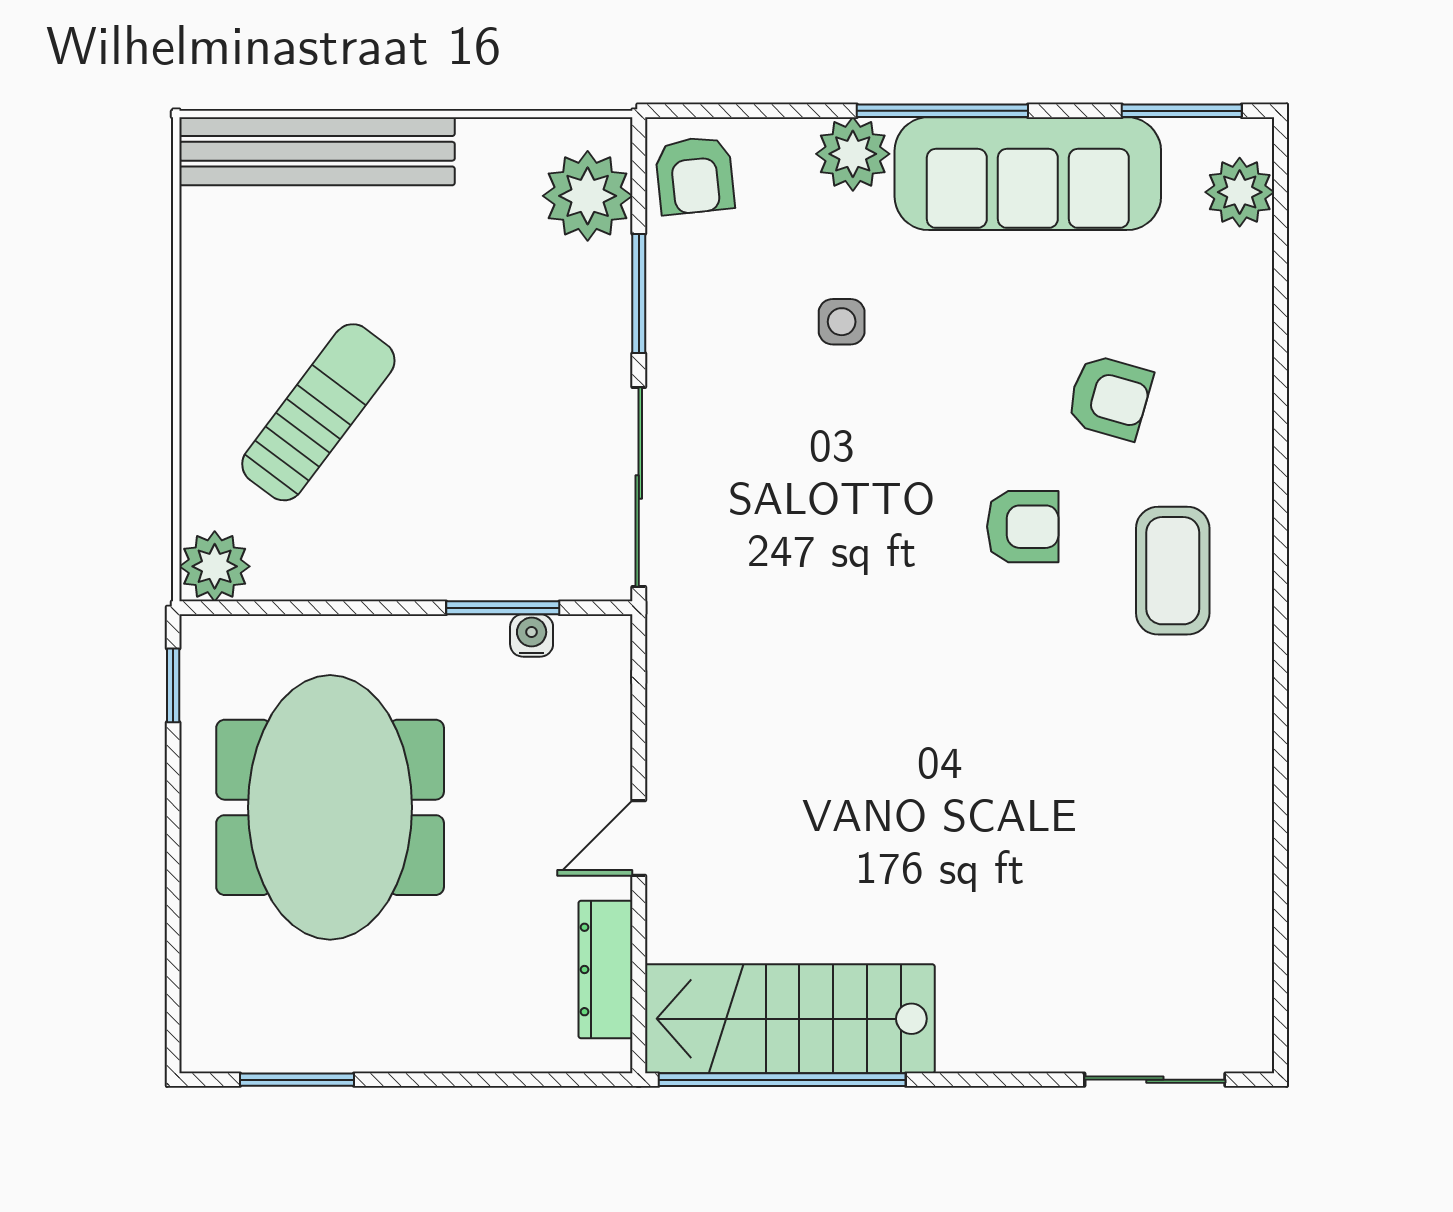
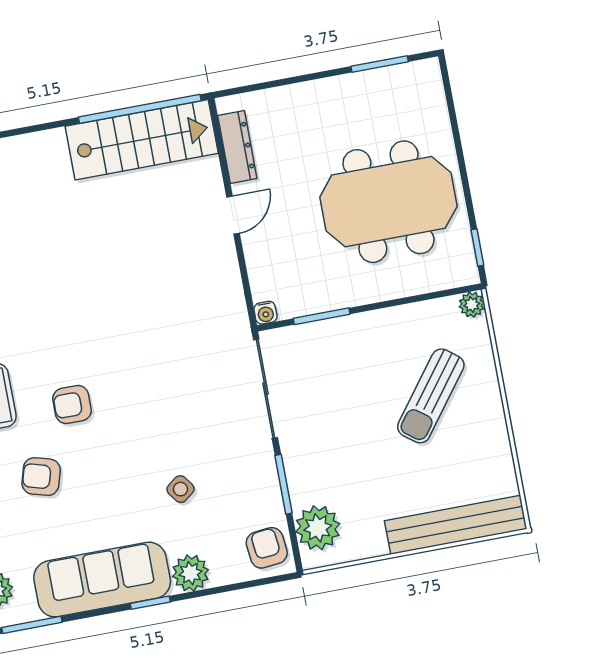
window: (942, 111) -> (150, 603), width x0.46
side table: (842, 322) -> (180, 489), turned -37
plant: (215, 566) -> (472, 305), width x0.73, depth x0.73
water cooler: (532, 635) -> (265, 313), moved
meeting table: (330, 807) -> (388, 202), turned 90

